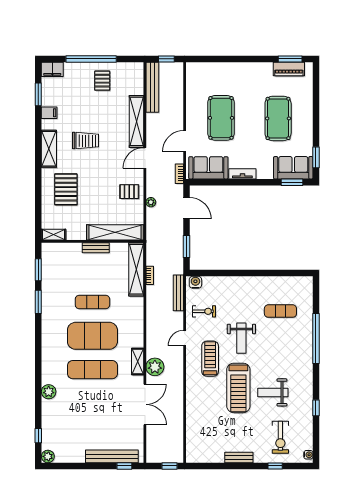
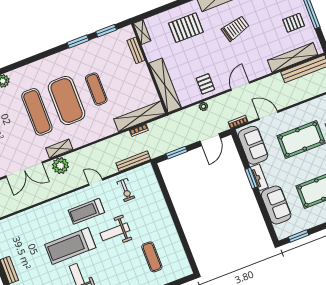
shelving: (136, 121) -> (293, 57), moved
trolley: (85, 141) -> (235, 28), turned -105
door: (145, 158) -> (240, 86), hinge flipped
sofa: (293, 168) -> (276, 205), moved
window: (292, 182) -> (251, 178), moved
bench: (96, 248) -> (136, 50), moved
water cooler: (195, 282) -> (148, 173), removed
treadmill: (210, 359) -> (86, 211), turned 180

